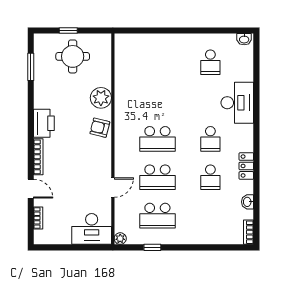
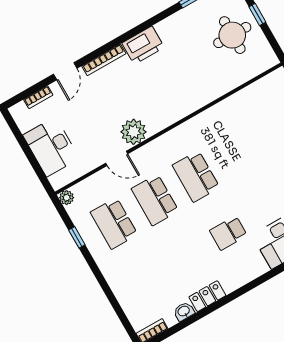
plant: (101, 98) -> (134, 132), moved
armchair: (100, 128) -> (173, 108), removed
locker: (246, 166) -> (207, 296), moved
school desk: (210, 177) -> (187, 256), removed
desk: (92, 229) -> (51, 147), moved

